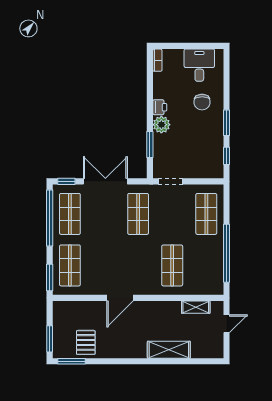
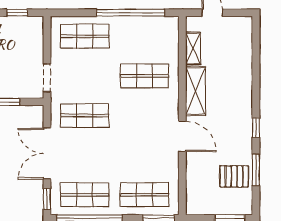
shelving: (169, 350) -> (196, 91), moved
window: (72, 361) -> (256, 170), moved
window: (128, 361) -> (256, 128), added

